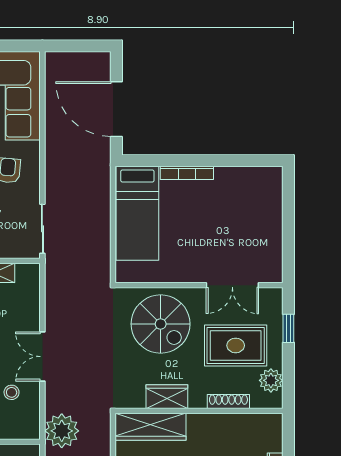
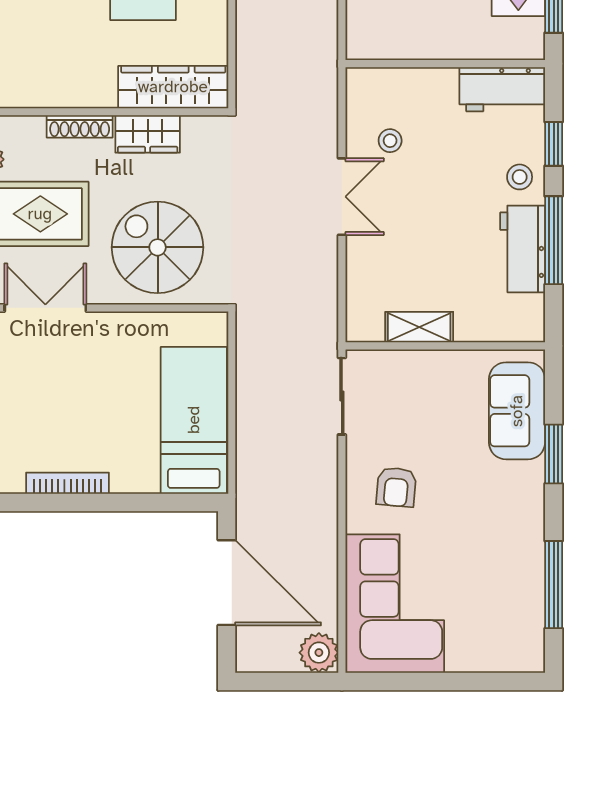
bookcase: (187, 173) -> (67, 483), moved
shoe rack: (228, 401) -> (80, 126), moved
plant: (62, 431) -> (319, 653), moved, width x0.73, depth x0.73

